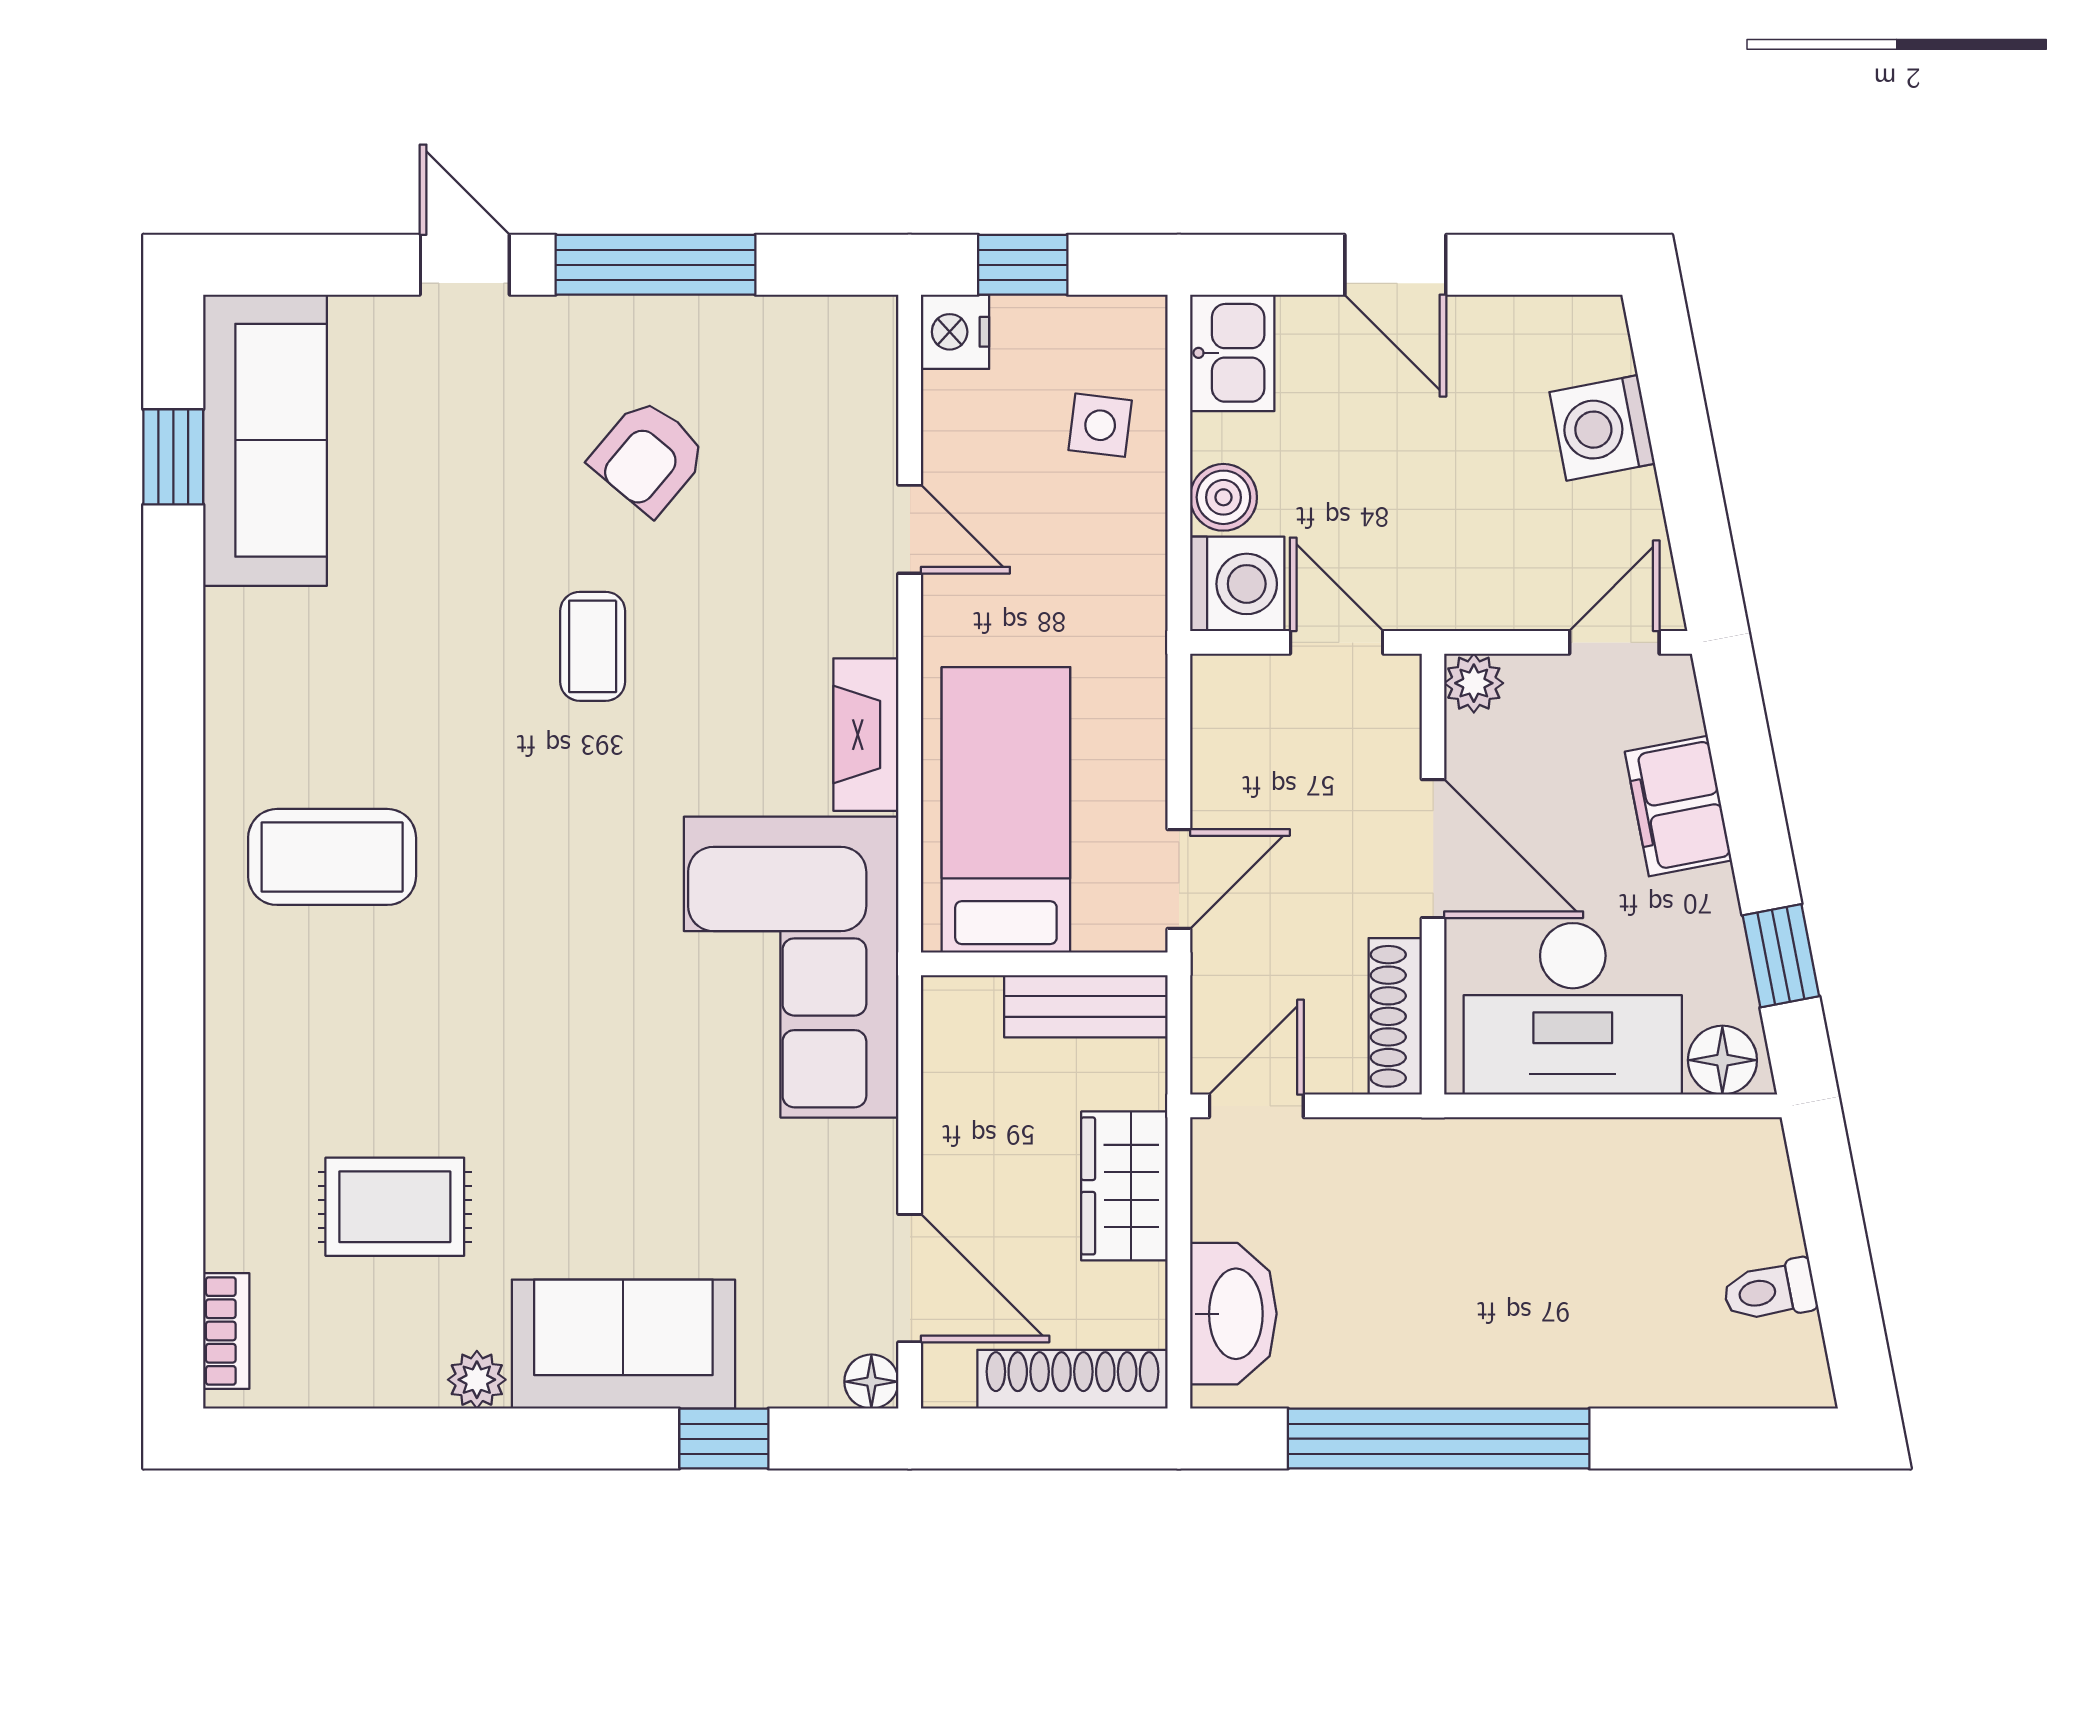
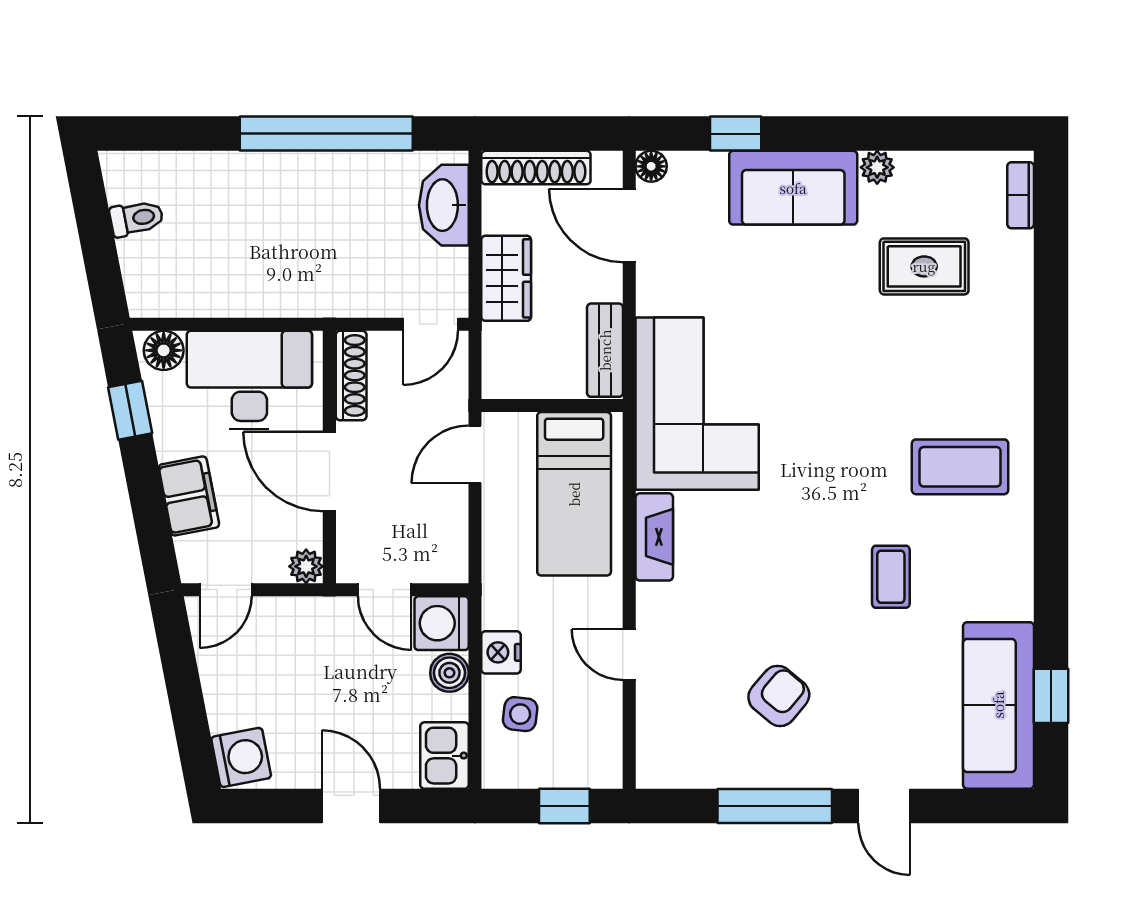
nightstand: (955, 332) -> (501, 652), moved, turned 180
washing machine: (1602, 428) -> (241, 757), moved
coffee table: (593, 646) -> (891, 577), moved
bench: (1086, 1006) -> (605, 350), moved, turned 90

